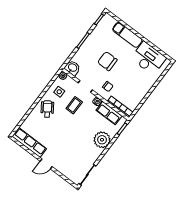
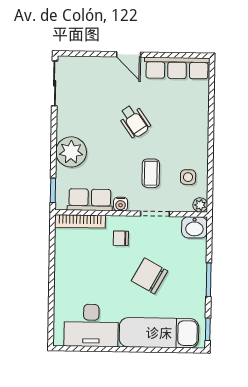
exam couch: (127, 35) -> (159, 333), width x1.36, depth x1.45
chair: (107, 61) -> (149, 276), turned -151
wheelchair: (47, 109) -> (134, 121), moved
door: (46, 164) -> (129, 54), swing flipped

